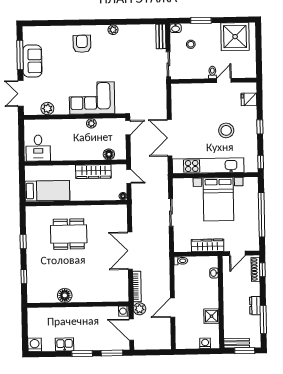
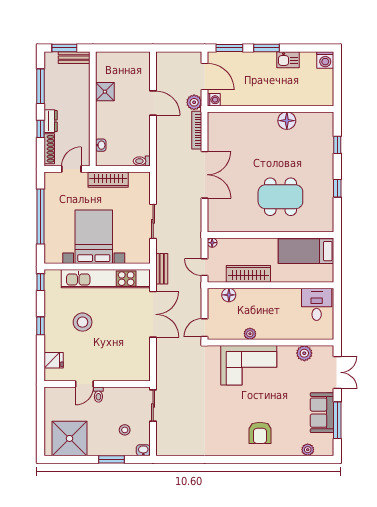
plant: (113, 30) -> (308, 450), moved
bench: (161, 36) -> (162, 269), moved
window: (262, 270) -> (40, 129), moved
dresser: (255, 306) -> (51, 121), moved
door: (173, 308) -> (153, 103), hinge flipped
washing machine: (205, 343) -> (113, 58), removed

